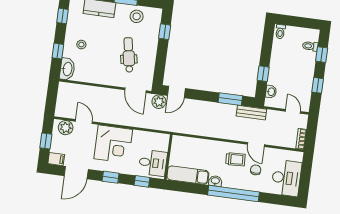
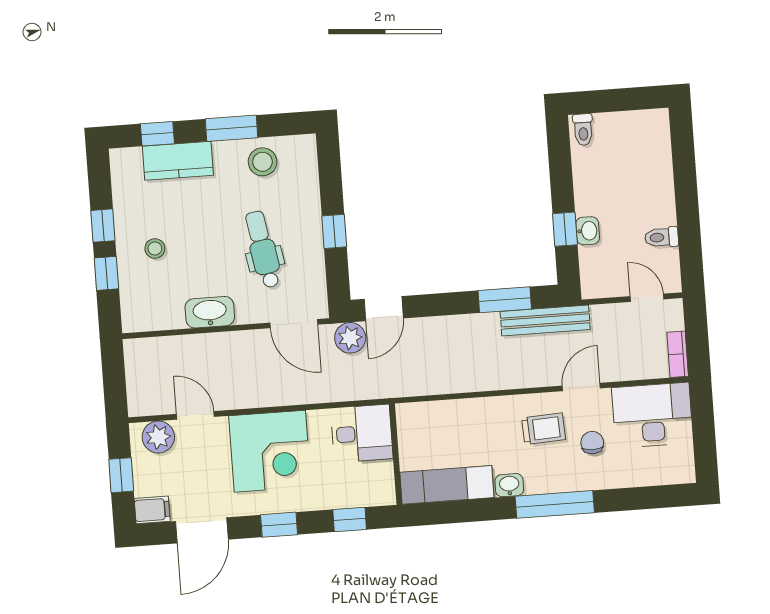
window: (62, 16) -> (103, 226), moved
window: (165, 32) -> (334, 231), moved
toilet: (310, 46) -> (662, 237), moved
window: (322, 55) -> (684, 161), removed
washbasin: (67, 69) -> (210, 312), moved, turned -90
window: (318, 85) -> (689, 230), removed
washbasin: (271, 92) -> (588, 231), moved
bench: (251, 113) -> (545, 320), width x1.36
door: (256, 144) -> (581, 387), swing flipped
desk: (153, 163) -> (362, 433), moved
desk: (286, 178) -> (652, 415), moved, turned -90
window: (233, 194) -> (555, 504), width x0.68

